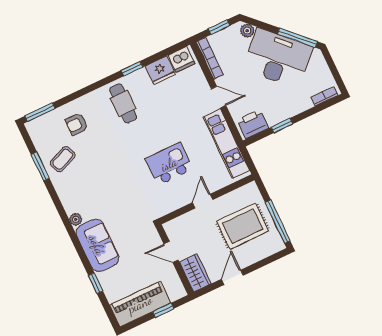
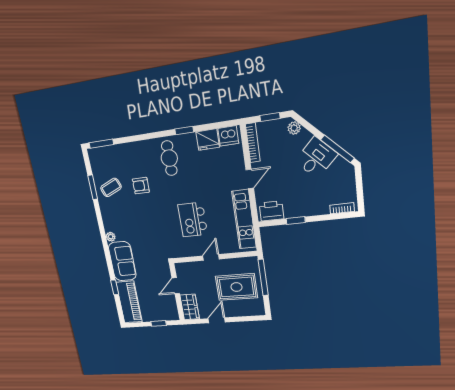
desk: (278, 58) -> (316, 158), width x0.53, depth x0.77
door: (219, 97) -> (250, 179), hinge flipped
armchair: (77, 124) -> (141, 186), moved
kitchen island: (169, 164) -> (193, 220), turned -90
window: (278, 222) -> (263, 277), moved
door: (171, 252) -> (176, 286), hinge flipped
piano: (140, 304) -> (129, 302), moved, turned 90

